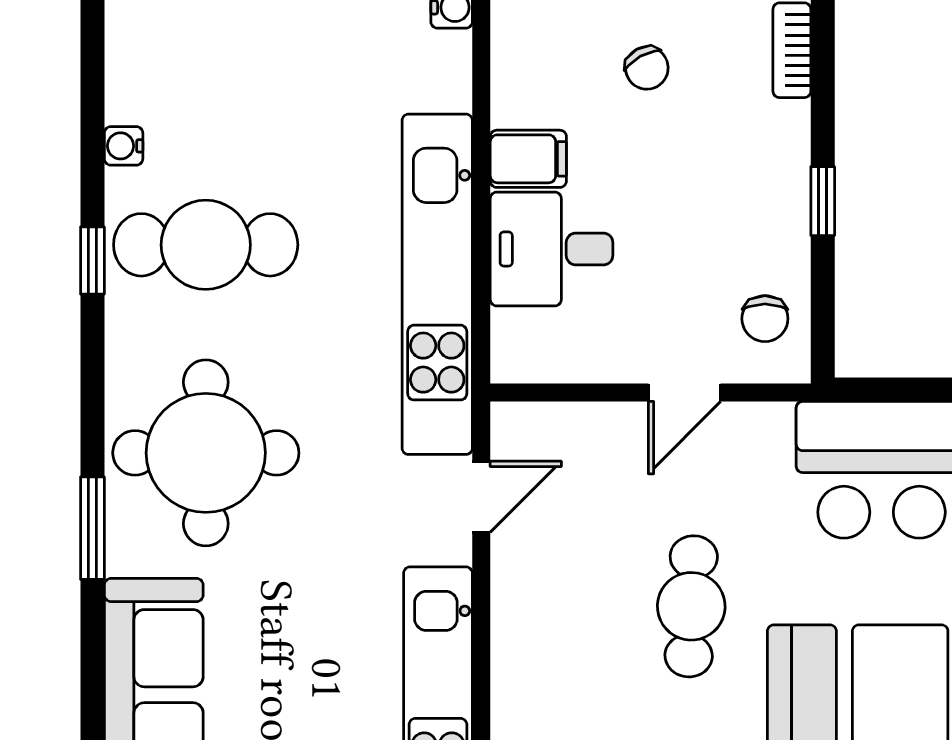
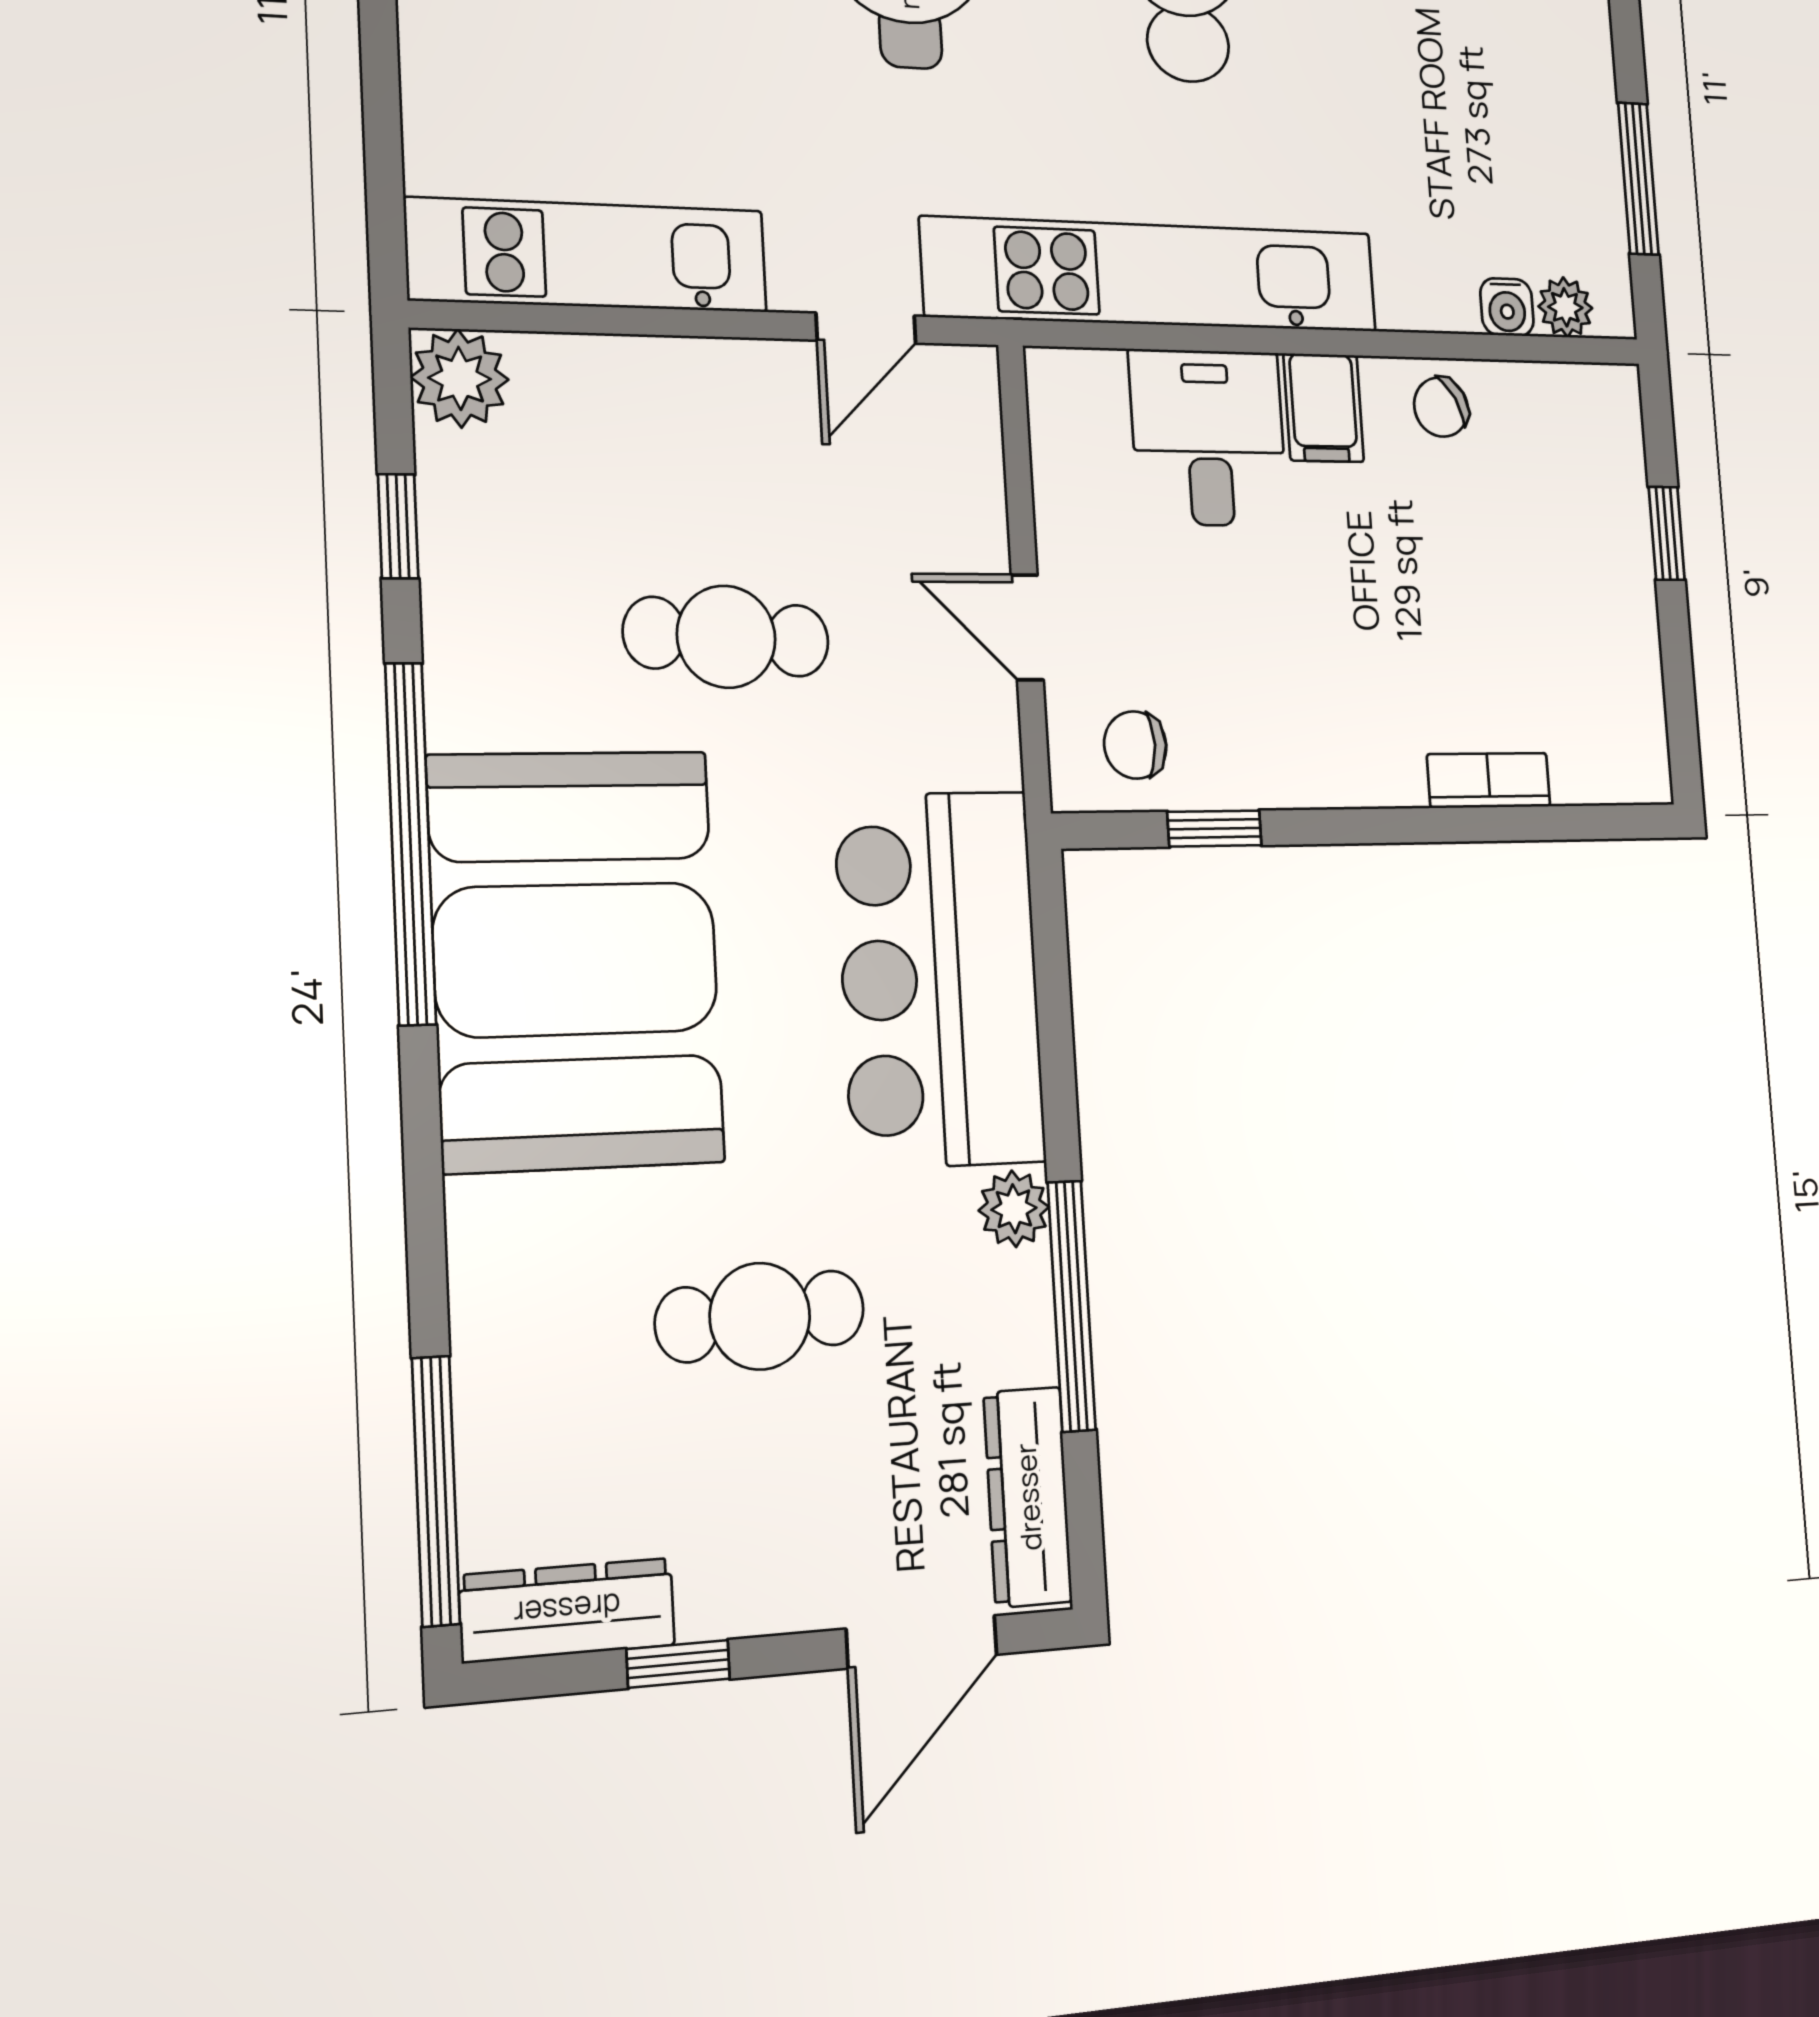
chair: (647, 68) -> (1441, 407), moved
window: (823, 201) -> (1215, 829), moved
door: (481, 497) -> (866, 328), hinge flipped

